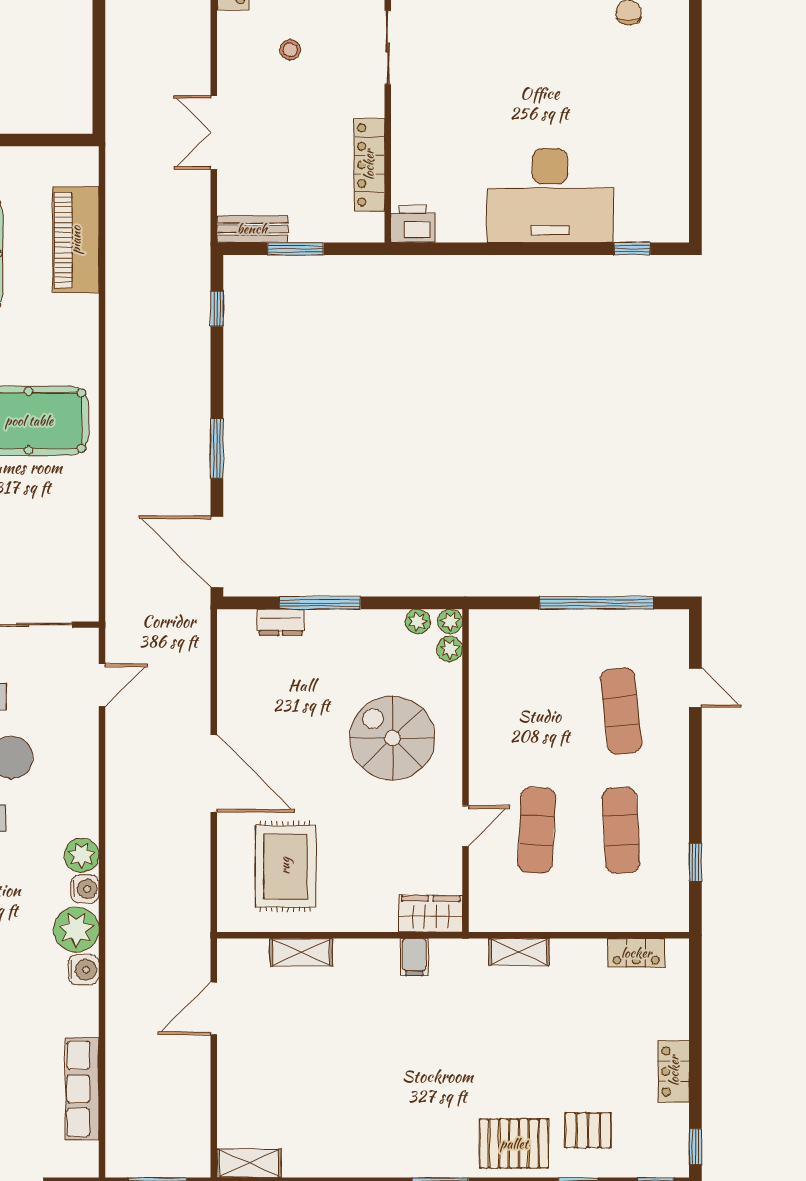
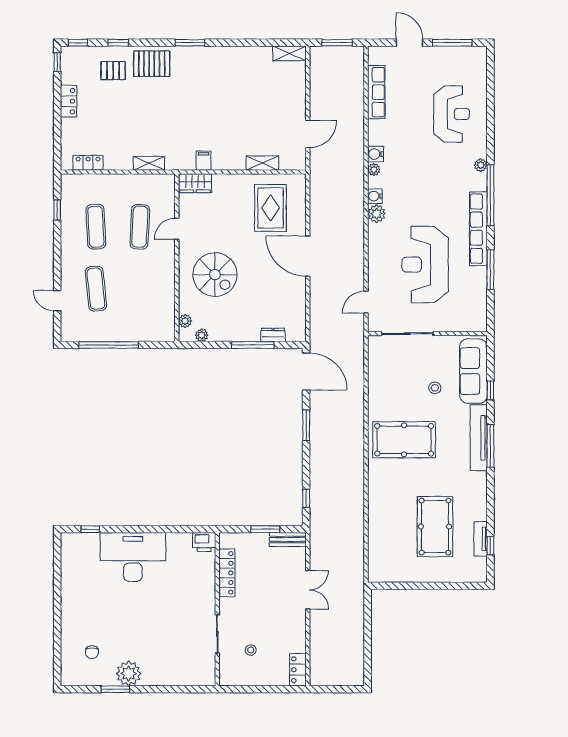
stool: (290, 50) -> (251, 650), moved
piano: (76, 240) -> (380, 534), removed
plant: (450, 621) -> (185, 335), removed
plant: (76, 930) -> (374, 170), width x0.53, depth x0.53

